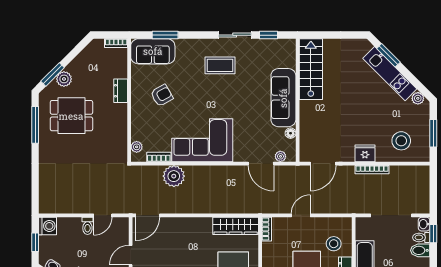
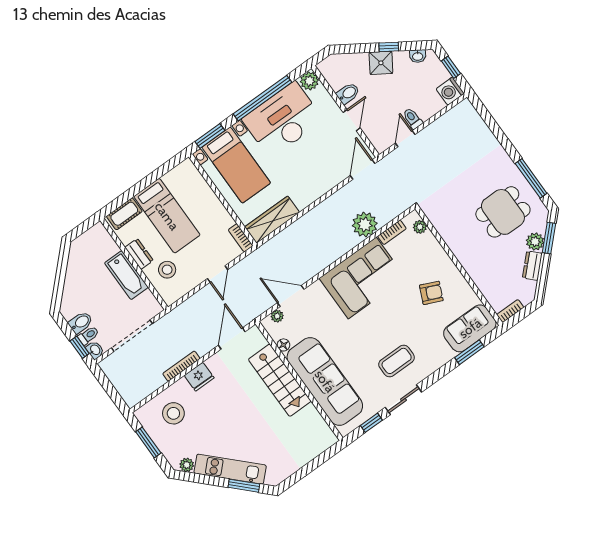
stairs: (311, 69) -> (280, 380), moved
dresser: (121, 91) -> (532, 266), moved, turned -135
armchair: (162, 95) -> (431, 293), turned -127
sofa: (283, 98) -> (325, 381), width x1.36, depth x1.27

